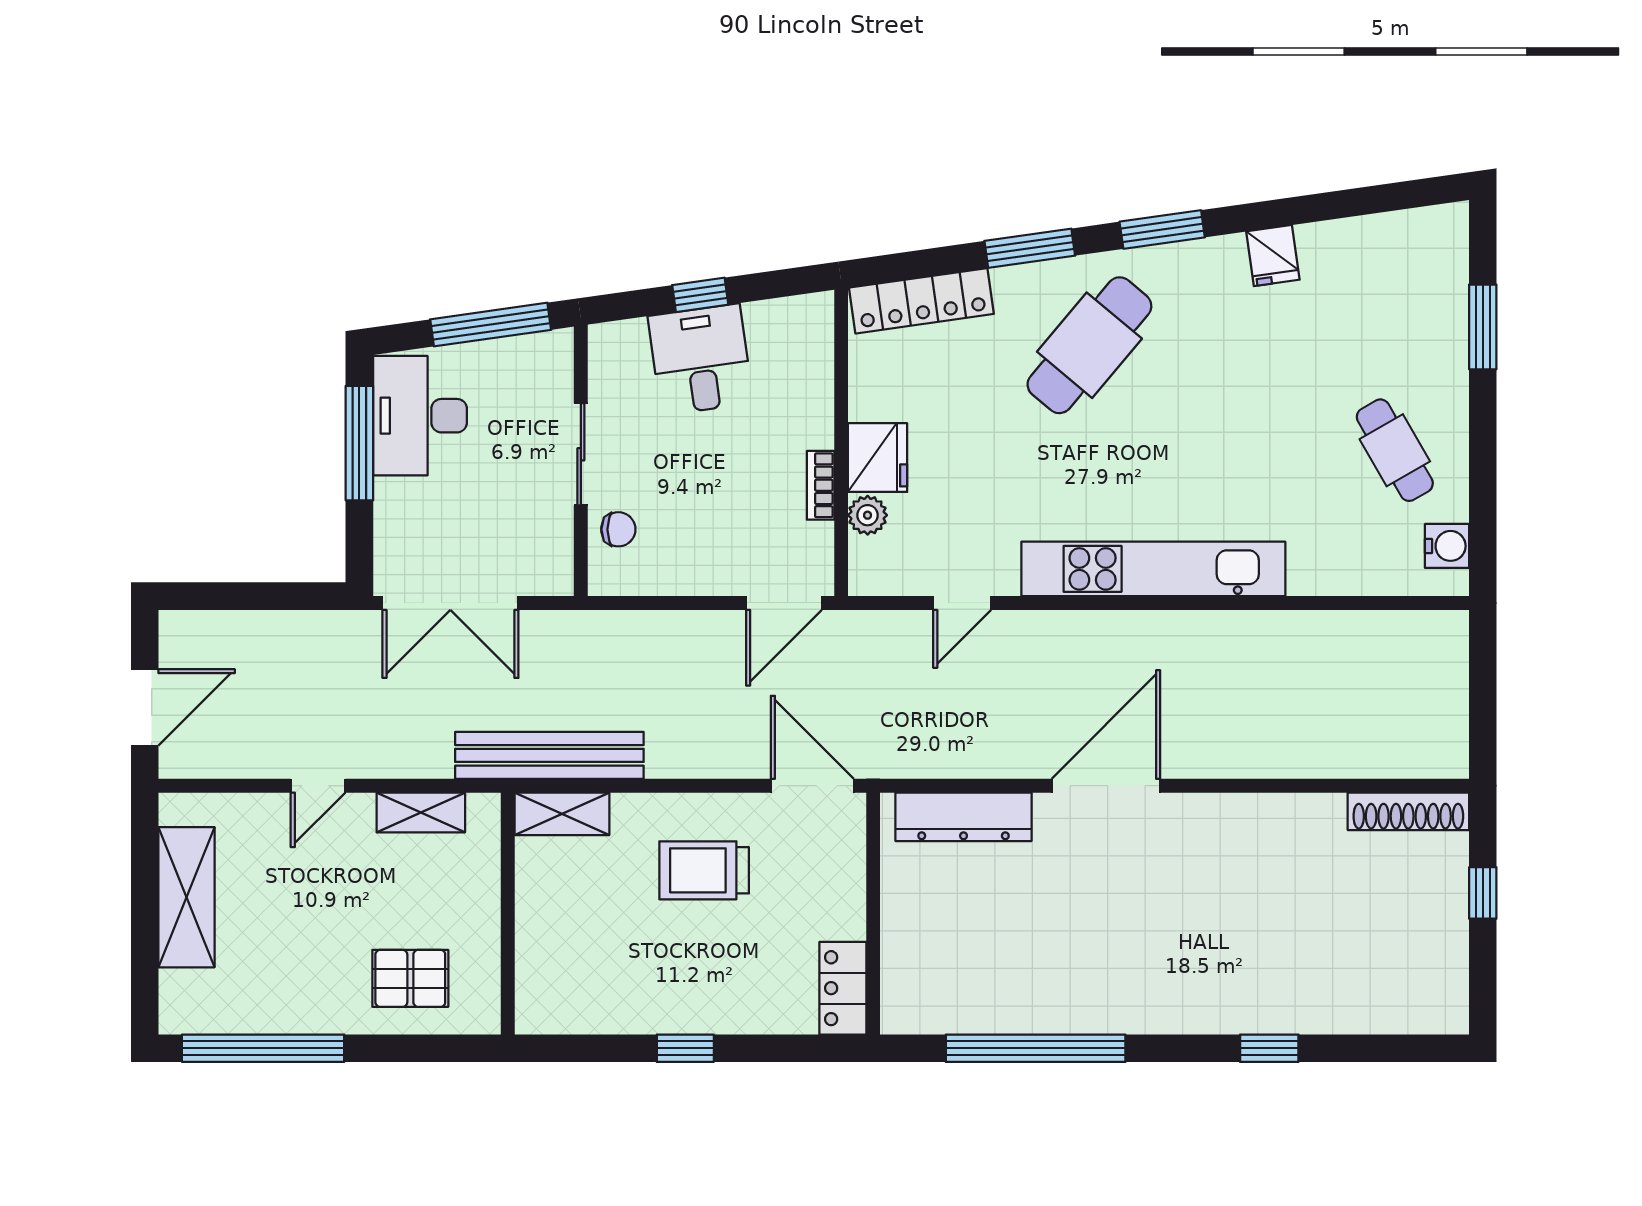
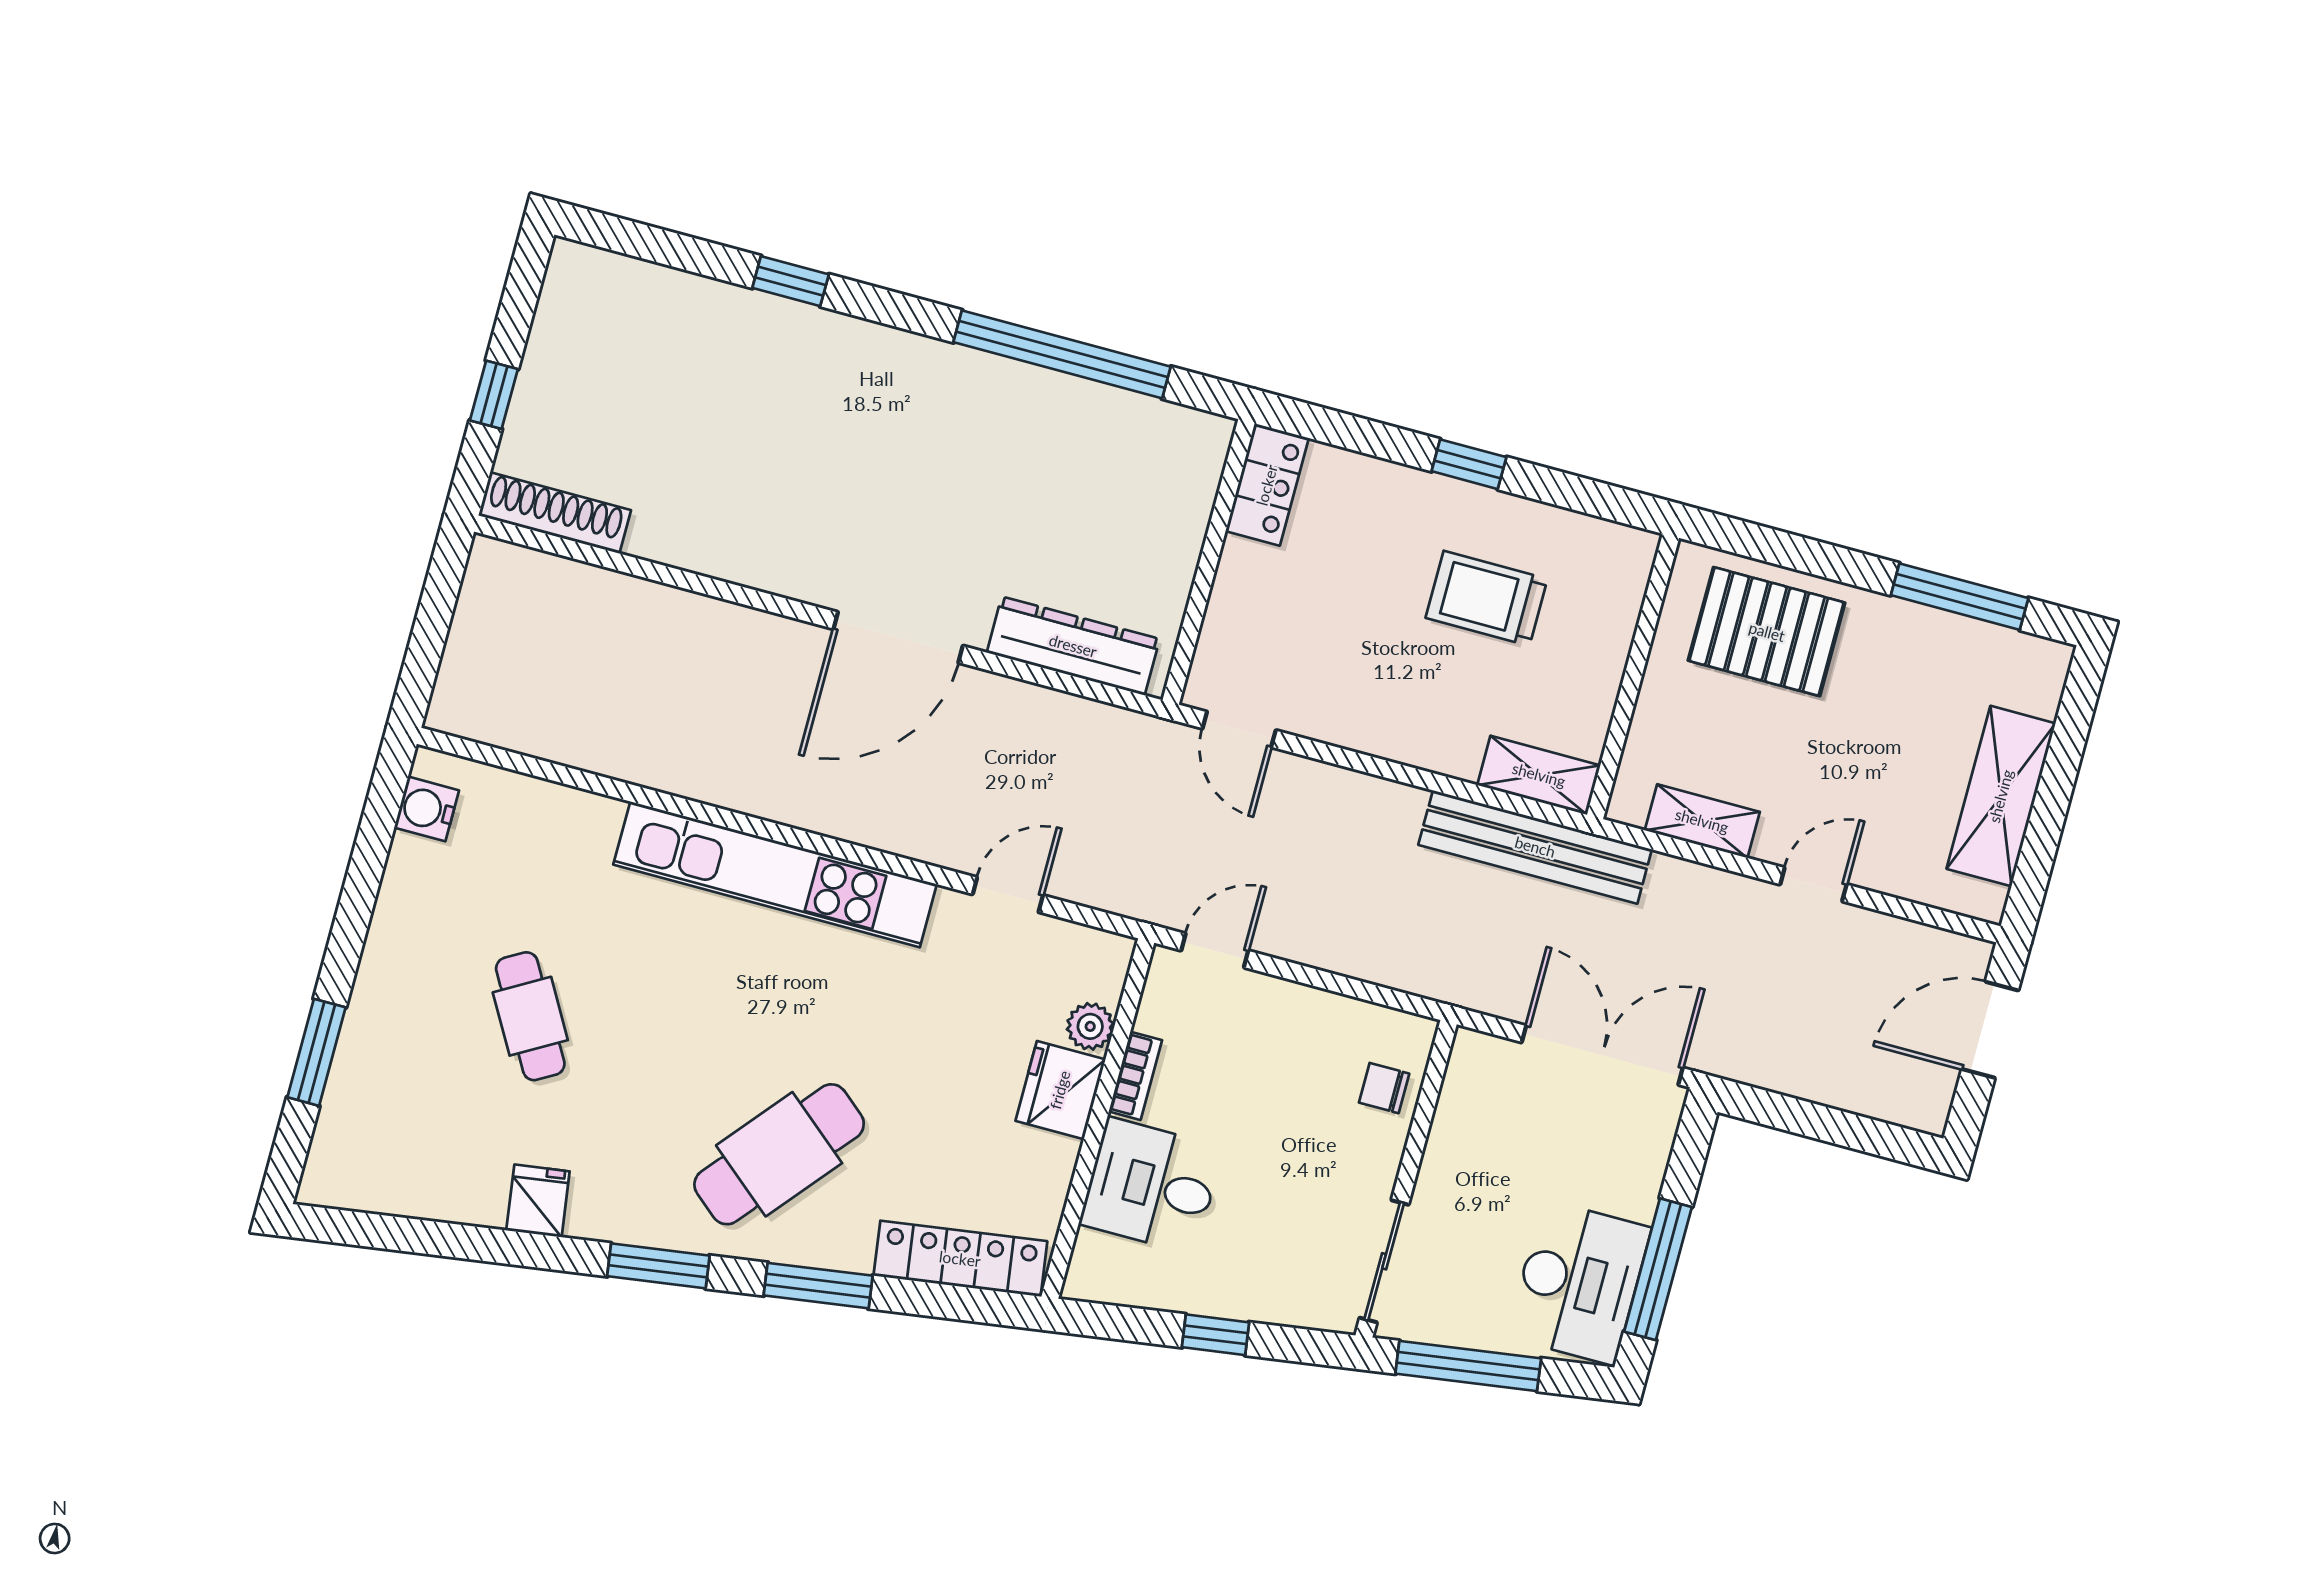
desk: (701, 360) -> (1151, 1186), moved, turned 98
cafe table: (1395, 450) -> (530, 1016), moved
sliding door: (581, 454) -> (1384, 1261), moved
door: (784, 603) -> (1215, 951), width x0.73
door: (812, 786) -> (1239, 729), width x0.73
trolley: (704, 870) -> (1487, 598), moved, turned 180
pallet: (410, 978) -> (1767, 632), width x1.50, depth x1.42
window: (263, 1048) -> (1960, 597), width x0.68

